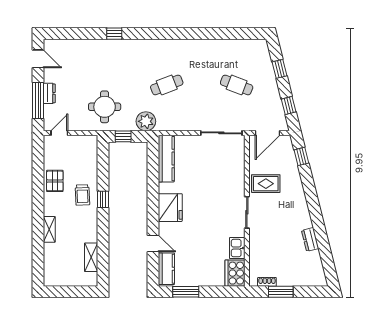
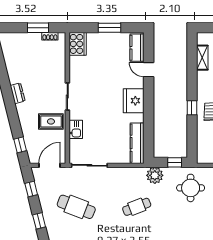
cafe table: (237, 85) -> (76, 207), width x1.37, depth x1.35
dresser: (310, 239) -> (18, 93), moved
kitchen sink: (237, 248) -> (76, 129), moved
window: (186, 292) -> (109, 28), moved

